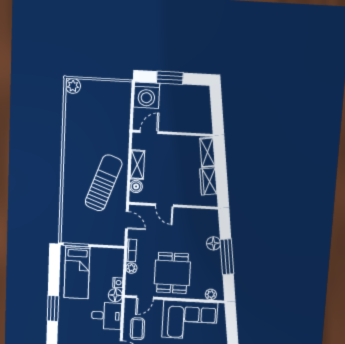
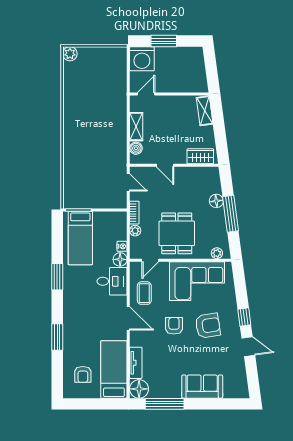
wardrobe: (208, 181) -> (200, 156), moved, turned 98
sun lounger: (104, 183) -> (104, 146), removed

